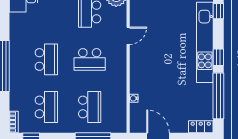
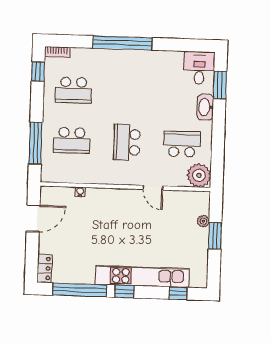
school desk: (46, 59) -> (128, 92), removed

